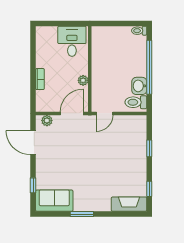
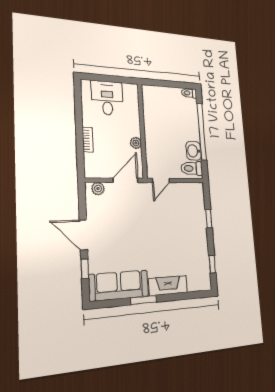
desk: (72, 41) -> (107, 98), moved
door: (33, 143) -> (83, 235), moved
sofa: (54, 201) -> (119, 286), width x1.36
fireplace: (129, 204) -> (168, 286), moved

